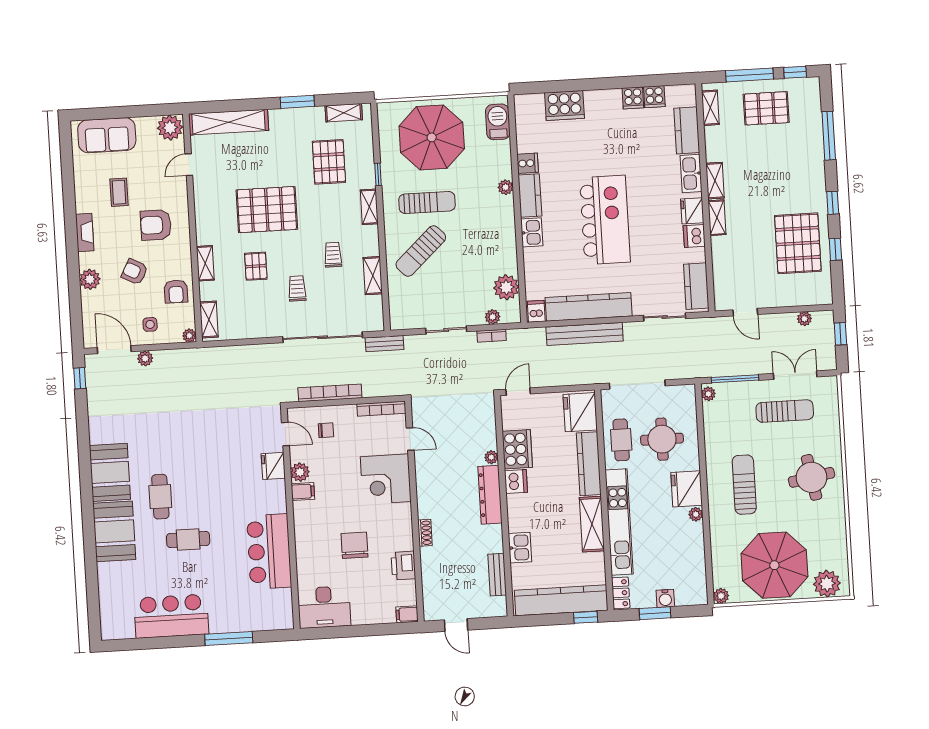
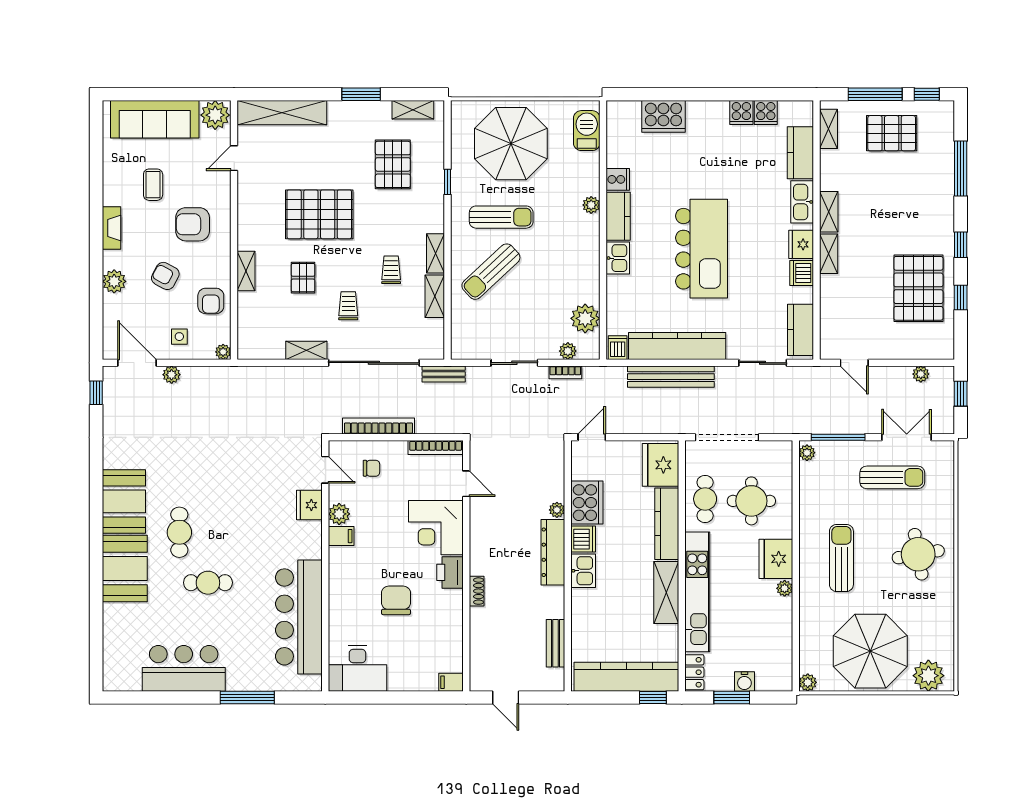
sofa: (107, 135) -> (155, 119), width x1.36
shelving: (369, 207) -> (435, 253), moved
shelving: (209, 319) -> (306, 350), moved, turned 90
kitchen sink: (520, 548) -> (583, 571), moved
bar counter: (269, 551) -> (299, 617), width x1.36
printer: (403, 566) -> (450, 572), moved

